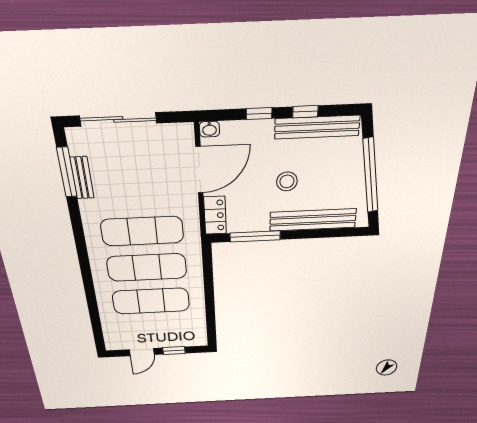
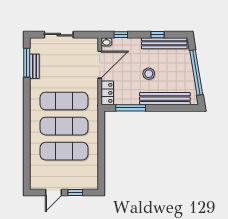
window: (259, 114) -> (121, 35), moved
sliding door: (118, 119) -> (59, 35), width x0.73

